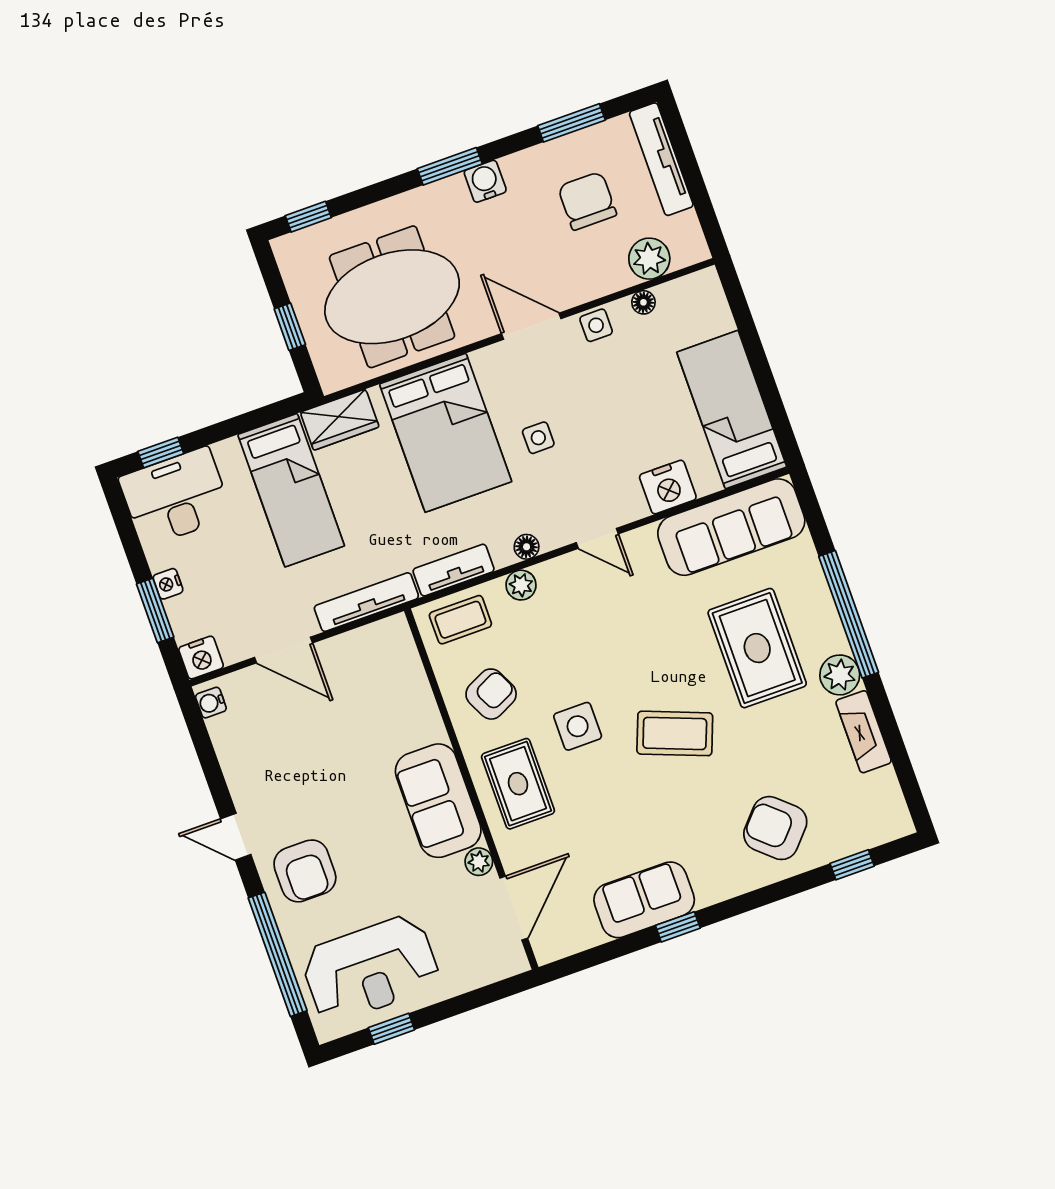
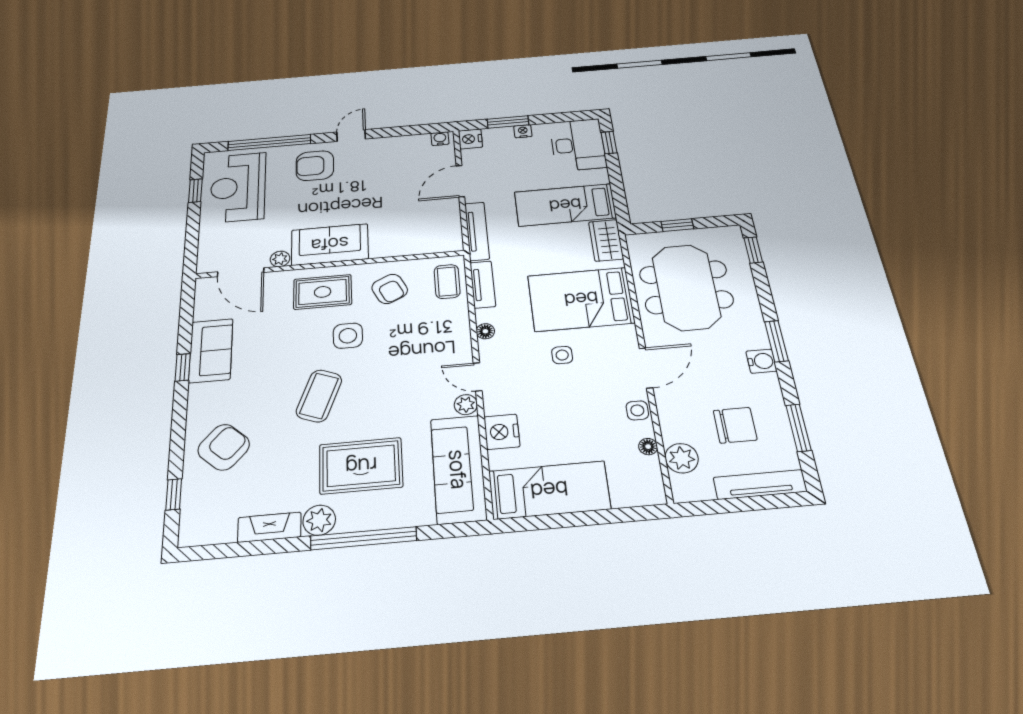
door: (597, 538) -> (478, 377), hinge flipped
plant: (521, 585) -> (466, 405), moved

